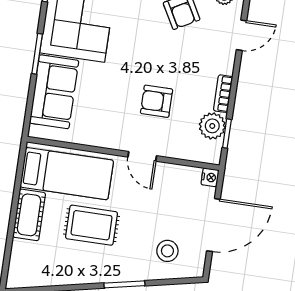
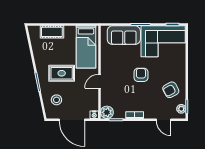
armchair: (157, 101) -> (141, 75), moved
plant: (212, 126) -> (107, 112), moved
cot: (29, 215) -> (52, 32), moved
rug: (91, 225) -> (62, 73), moved, turned 90

